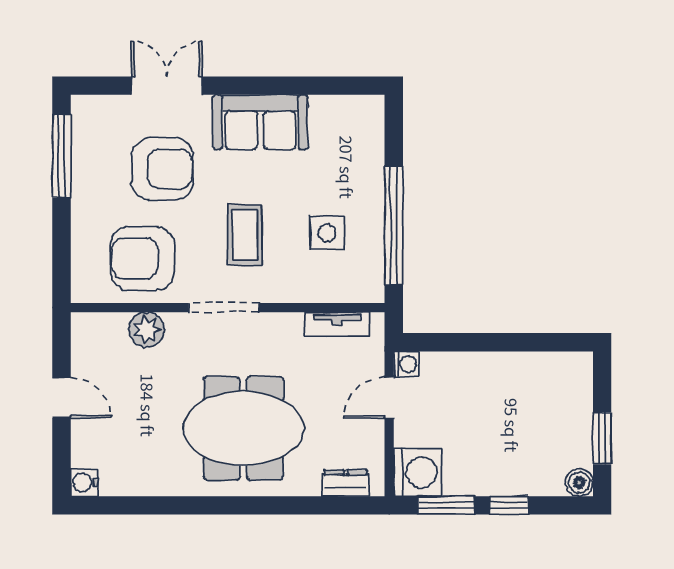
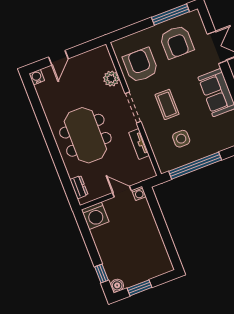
armchair: (162, 169) -> (177, 42), moved
coffee table: (245, 235) -> (167, 104), turned 90
tv unit: (337, 324) -> (139, 144), moved
door: (61, 398) -> (58, 58), moved
window: (446, 505) -> (86, 233), removed
window: (509, 505) -> (102, 273), moved

